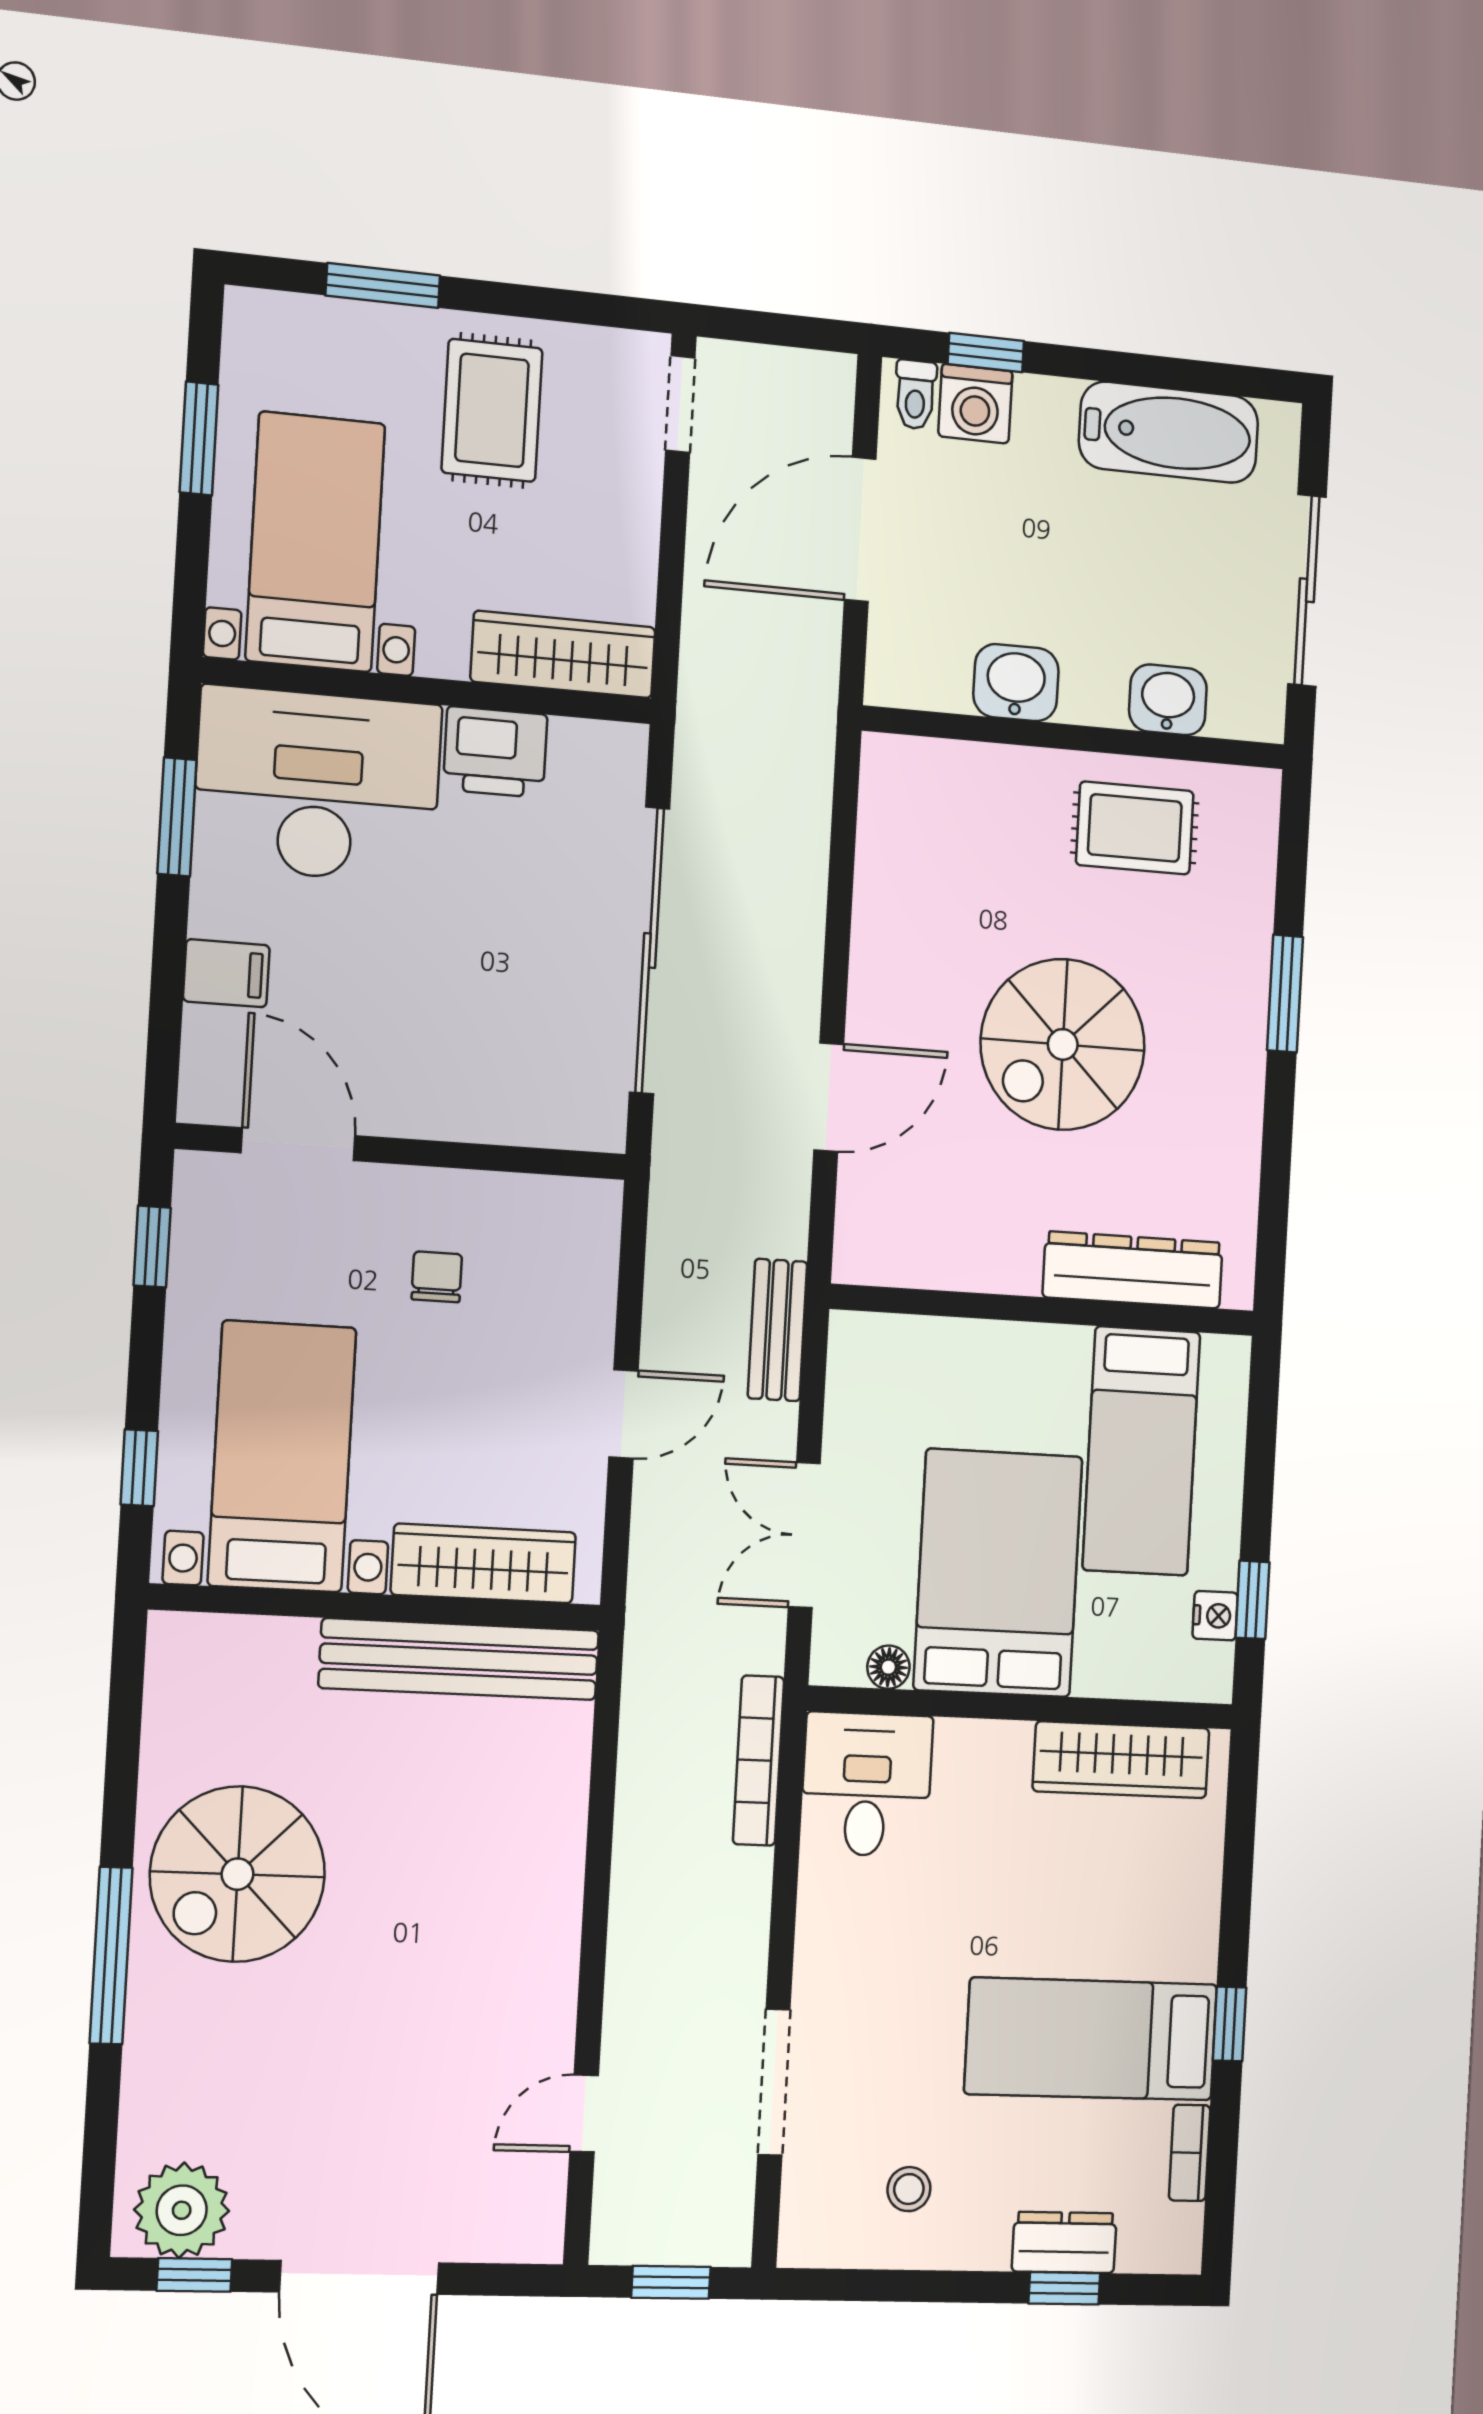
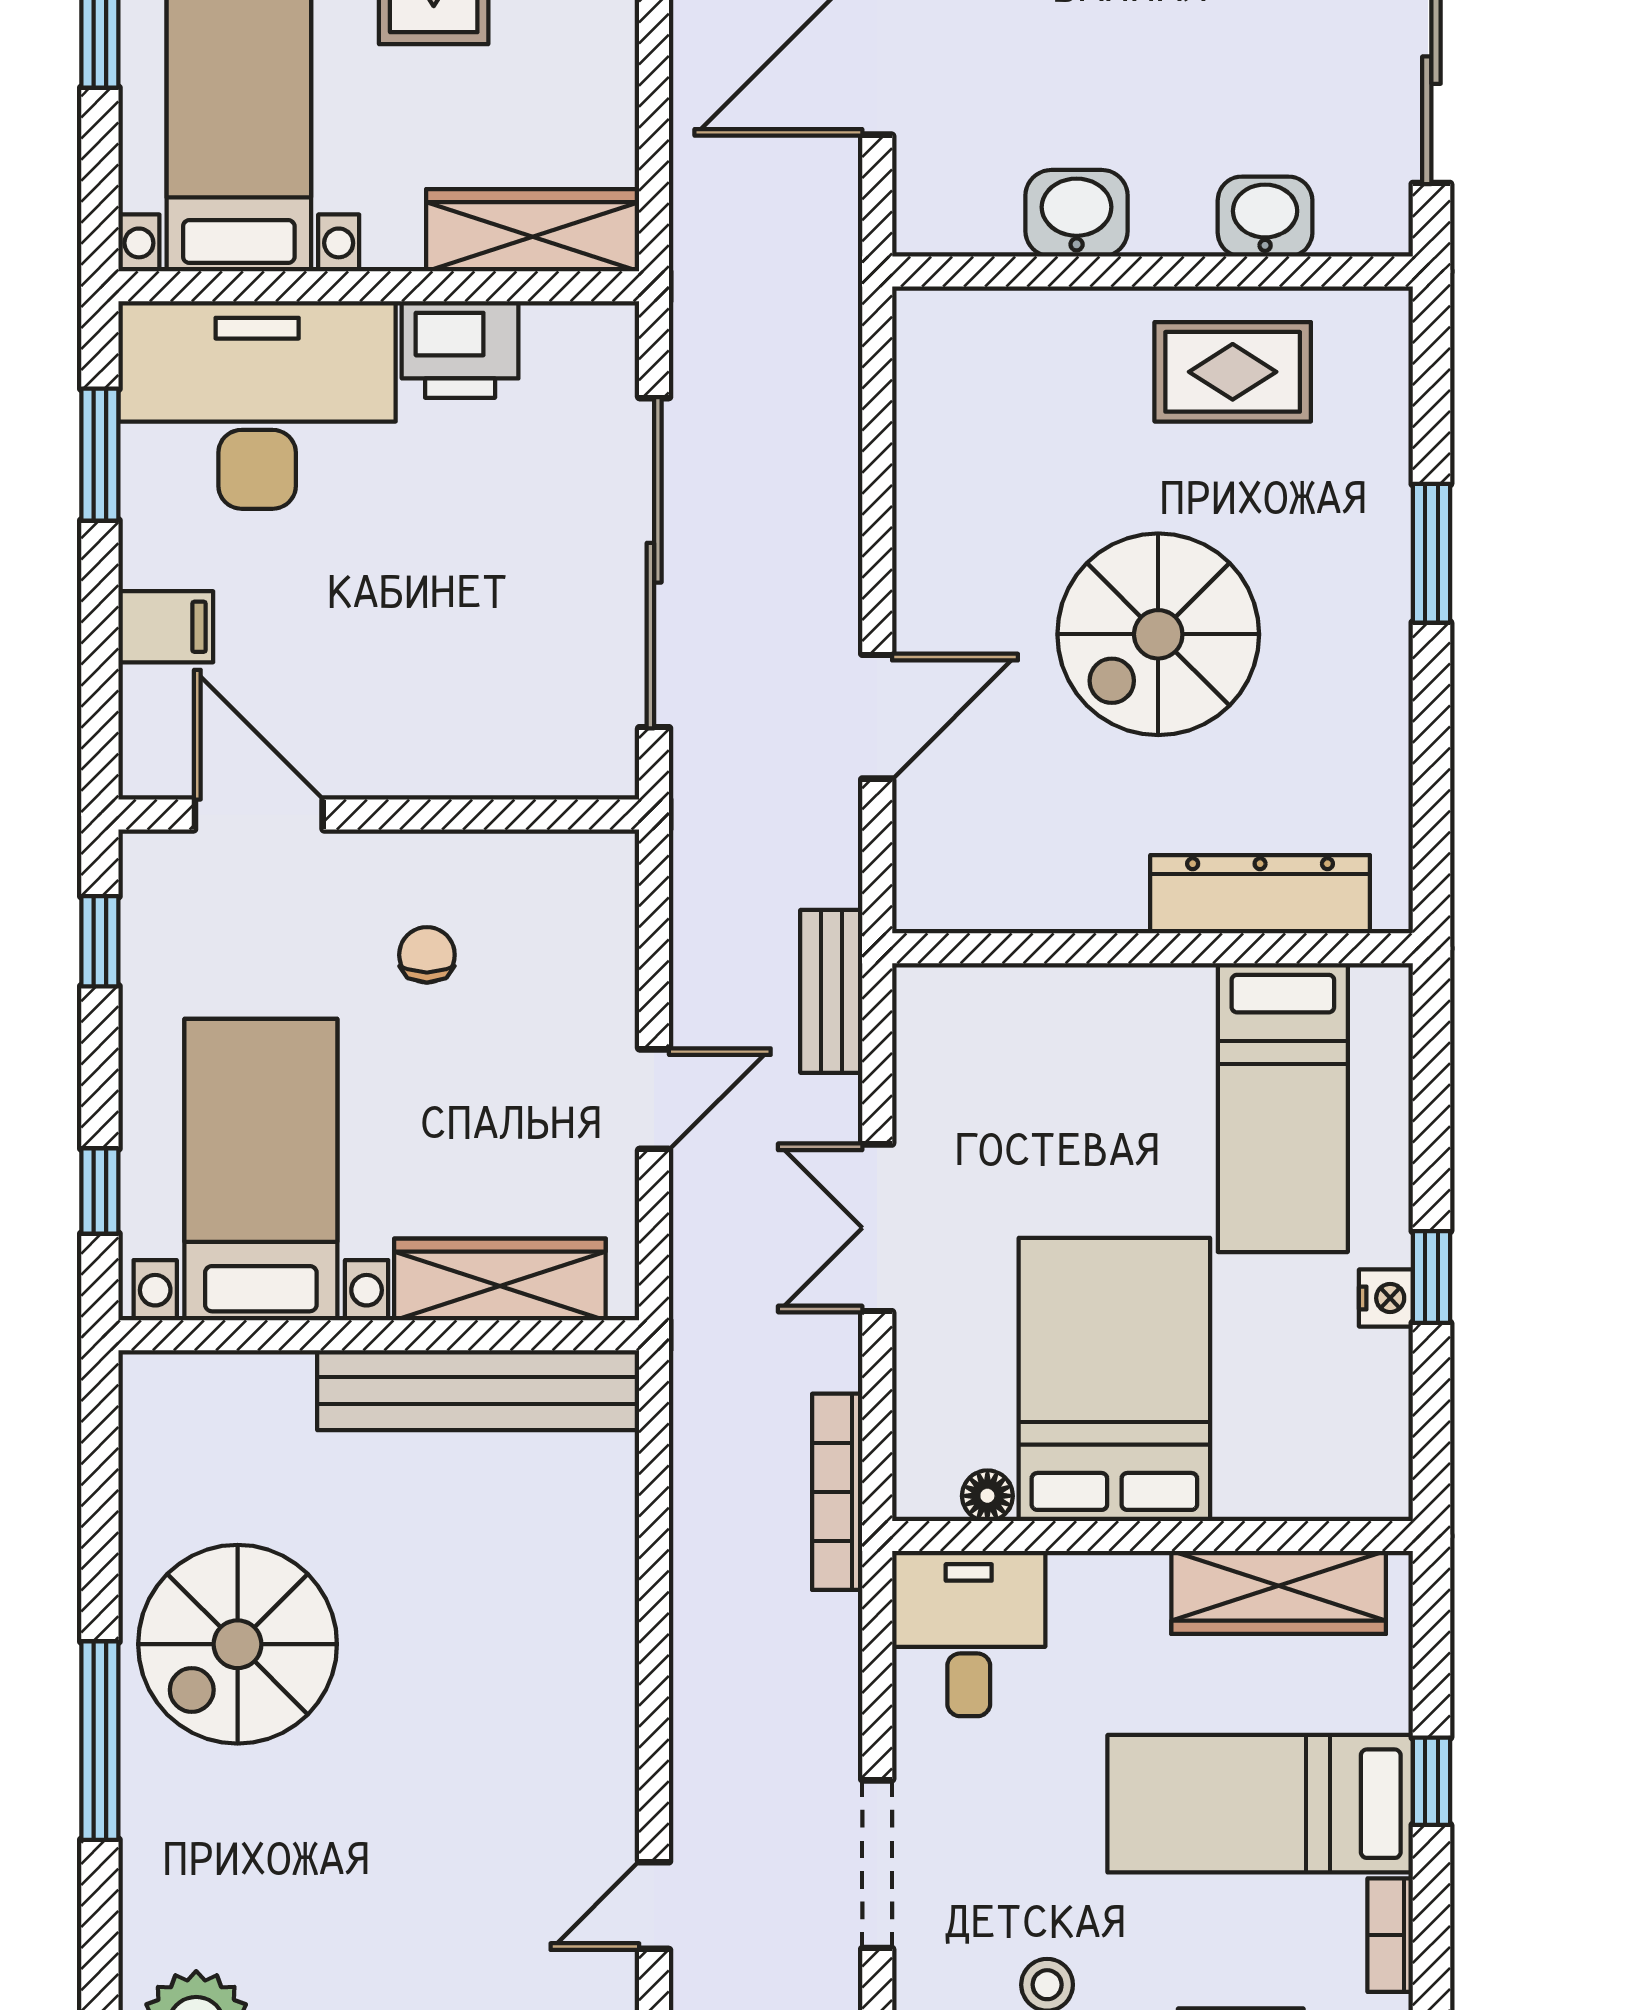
bed: (998, 1573) -> (1114, 1379), moved
floor lamp: (888, 1667) -> (987, 1496), moved
wall: (1022, 1708) -> (1152, 1536), moved
wardrobe: (1121, 1760) -> (1279, 1592), moved
desk: (867, 1784) -> (969, 1634), moved

